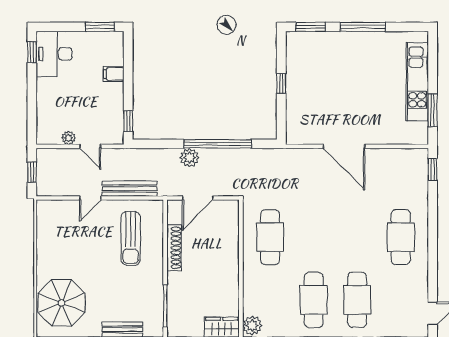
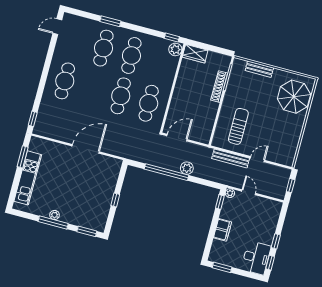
plant: (364, 38) -> (55, 215), added
filing cabinet: (114, 74) -> (222, 230), width x2.00
window: (32, 86) -> (276, 241), added
plant: (68, 138) -> (230, 193), moved
door: (344, 146) -> (86, 149), hinge flipped
door: (198, 198) -> (177, 138), moved
cafe table: (314, 237) -> (121, 96), added
shoe rack: (174, 248) -> (219, 87), moved

